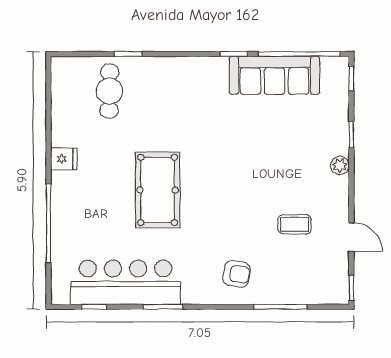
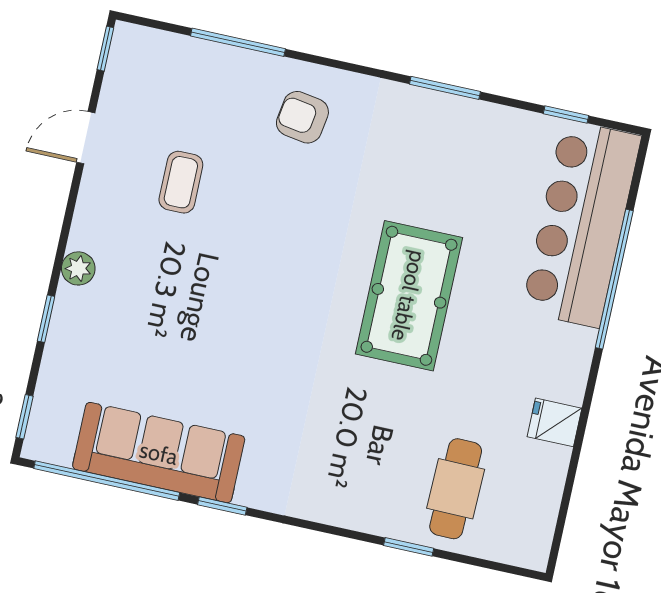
fridge: (64, 159) -> (555, 422), moved
coffee table: (295, 224) -> (181, 182), turned 90
door: (351, 237) -> (86, 138), hinge flipped
bar counter: (125, 282) -> (581, 224), moved, turned 90

